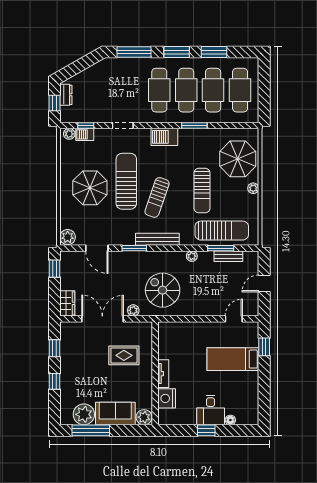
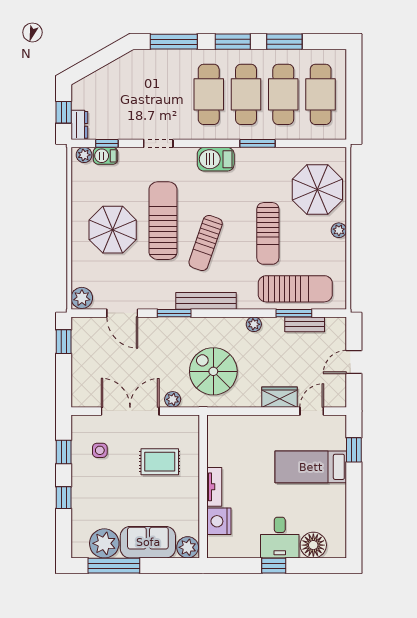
dresser: (66, 95) -> (79, 125), moved
wardrobe: (67, 303) -> (280, 397), moved, turned -90
side table: (81, 347) -> (100, 450), added
floor lamp: (230, 420) -> (313, 545), width x1.89, depth x1.89

